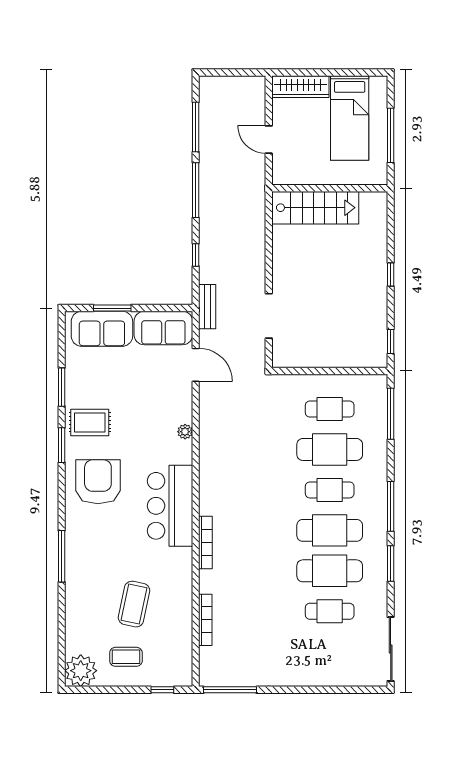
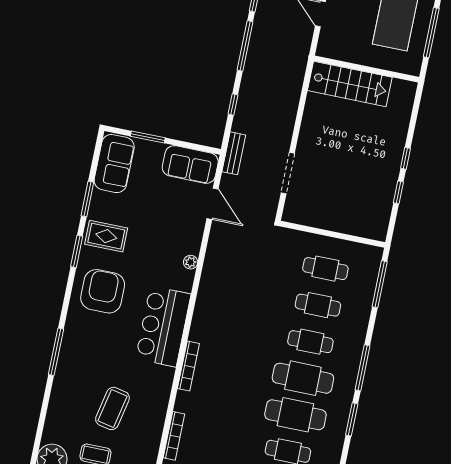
sofa: (102, 329) -> (114, 164), moved, turned -90
window: (391, 342) -> (398, 192), moved
cafe table: (330, 449) -> (318, 305), width x0.73, depth x0.74

